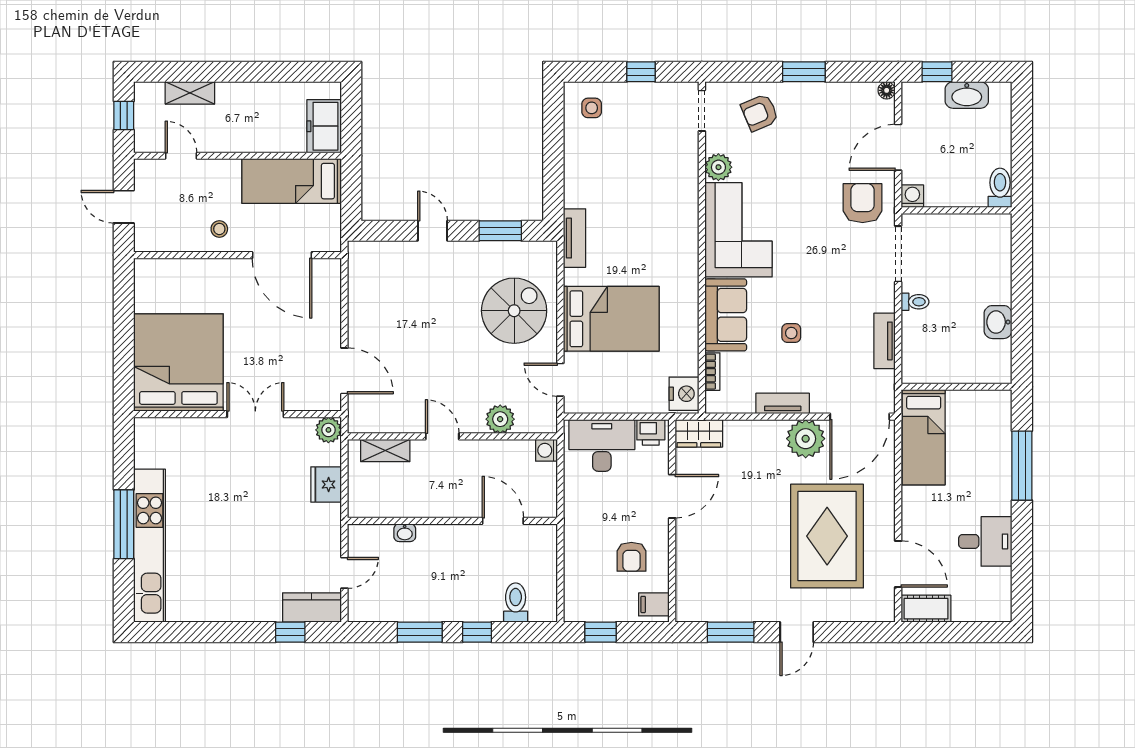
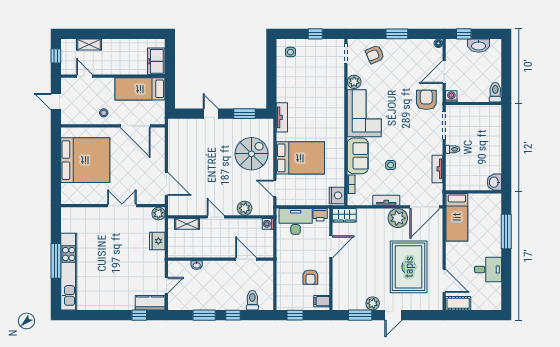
washbasin: (998, 322) -> (494, 182), moved
bed: (178, 362) -> (85, 160), moved, turned 90
plant: (756, 609) -> (373, 303), added

